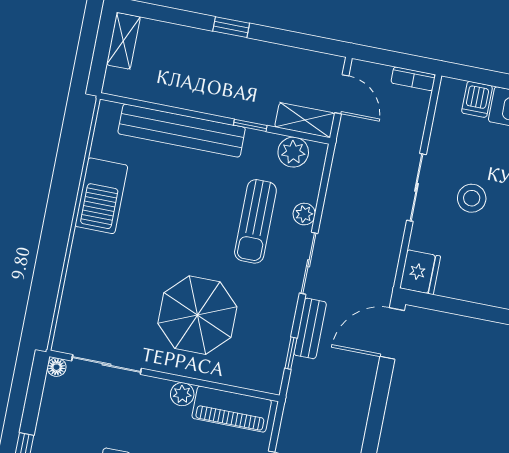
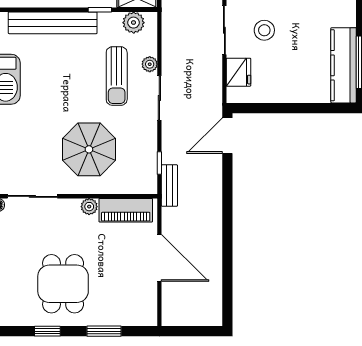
fridge: (420, 272) -> (239, 72), moved
bench: (310, 328) -> (169, 186), moved

